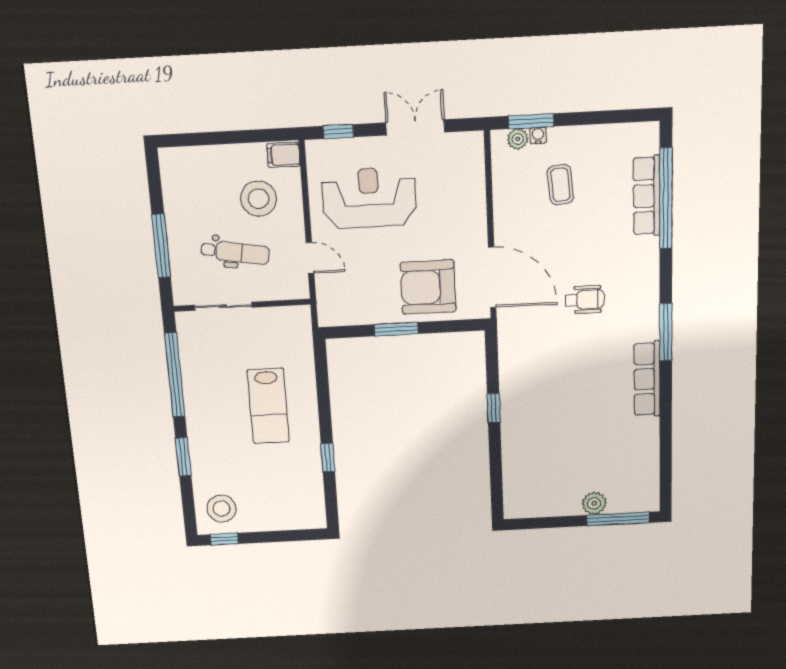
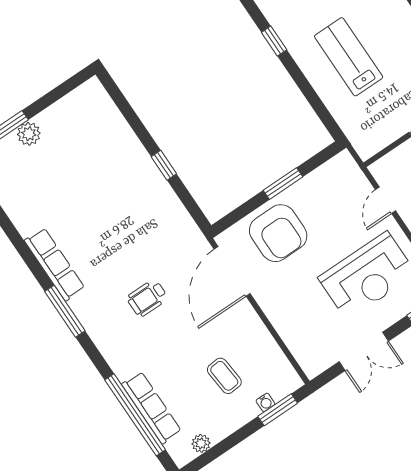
plant: (518, 139) -> (201, 443), moved
door: (310, 258) -> (385, 200), hinge flipped
door: (492, 277) -> (232, 271), hinge flipped
armchair: (428, 287) -> (278, 233), turned 90

